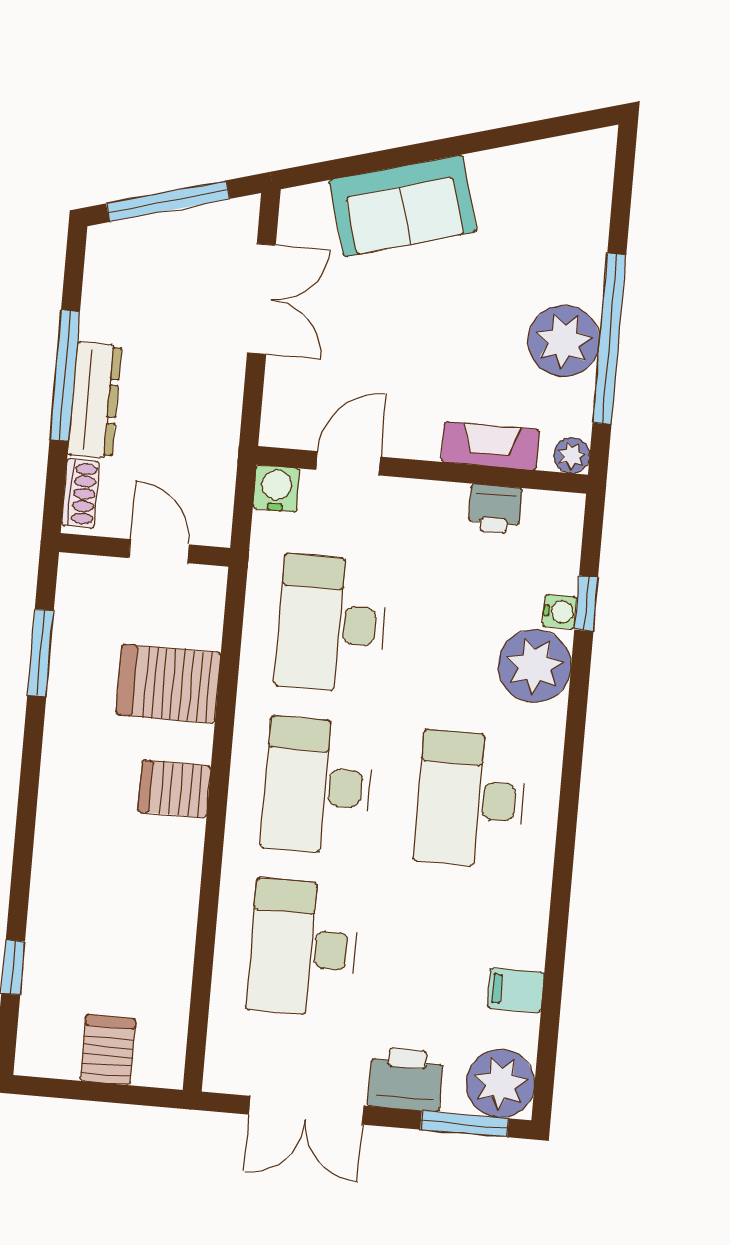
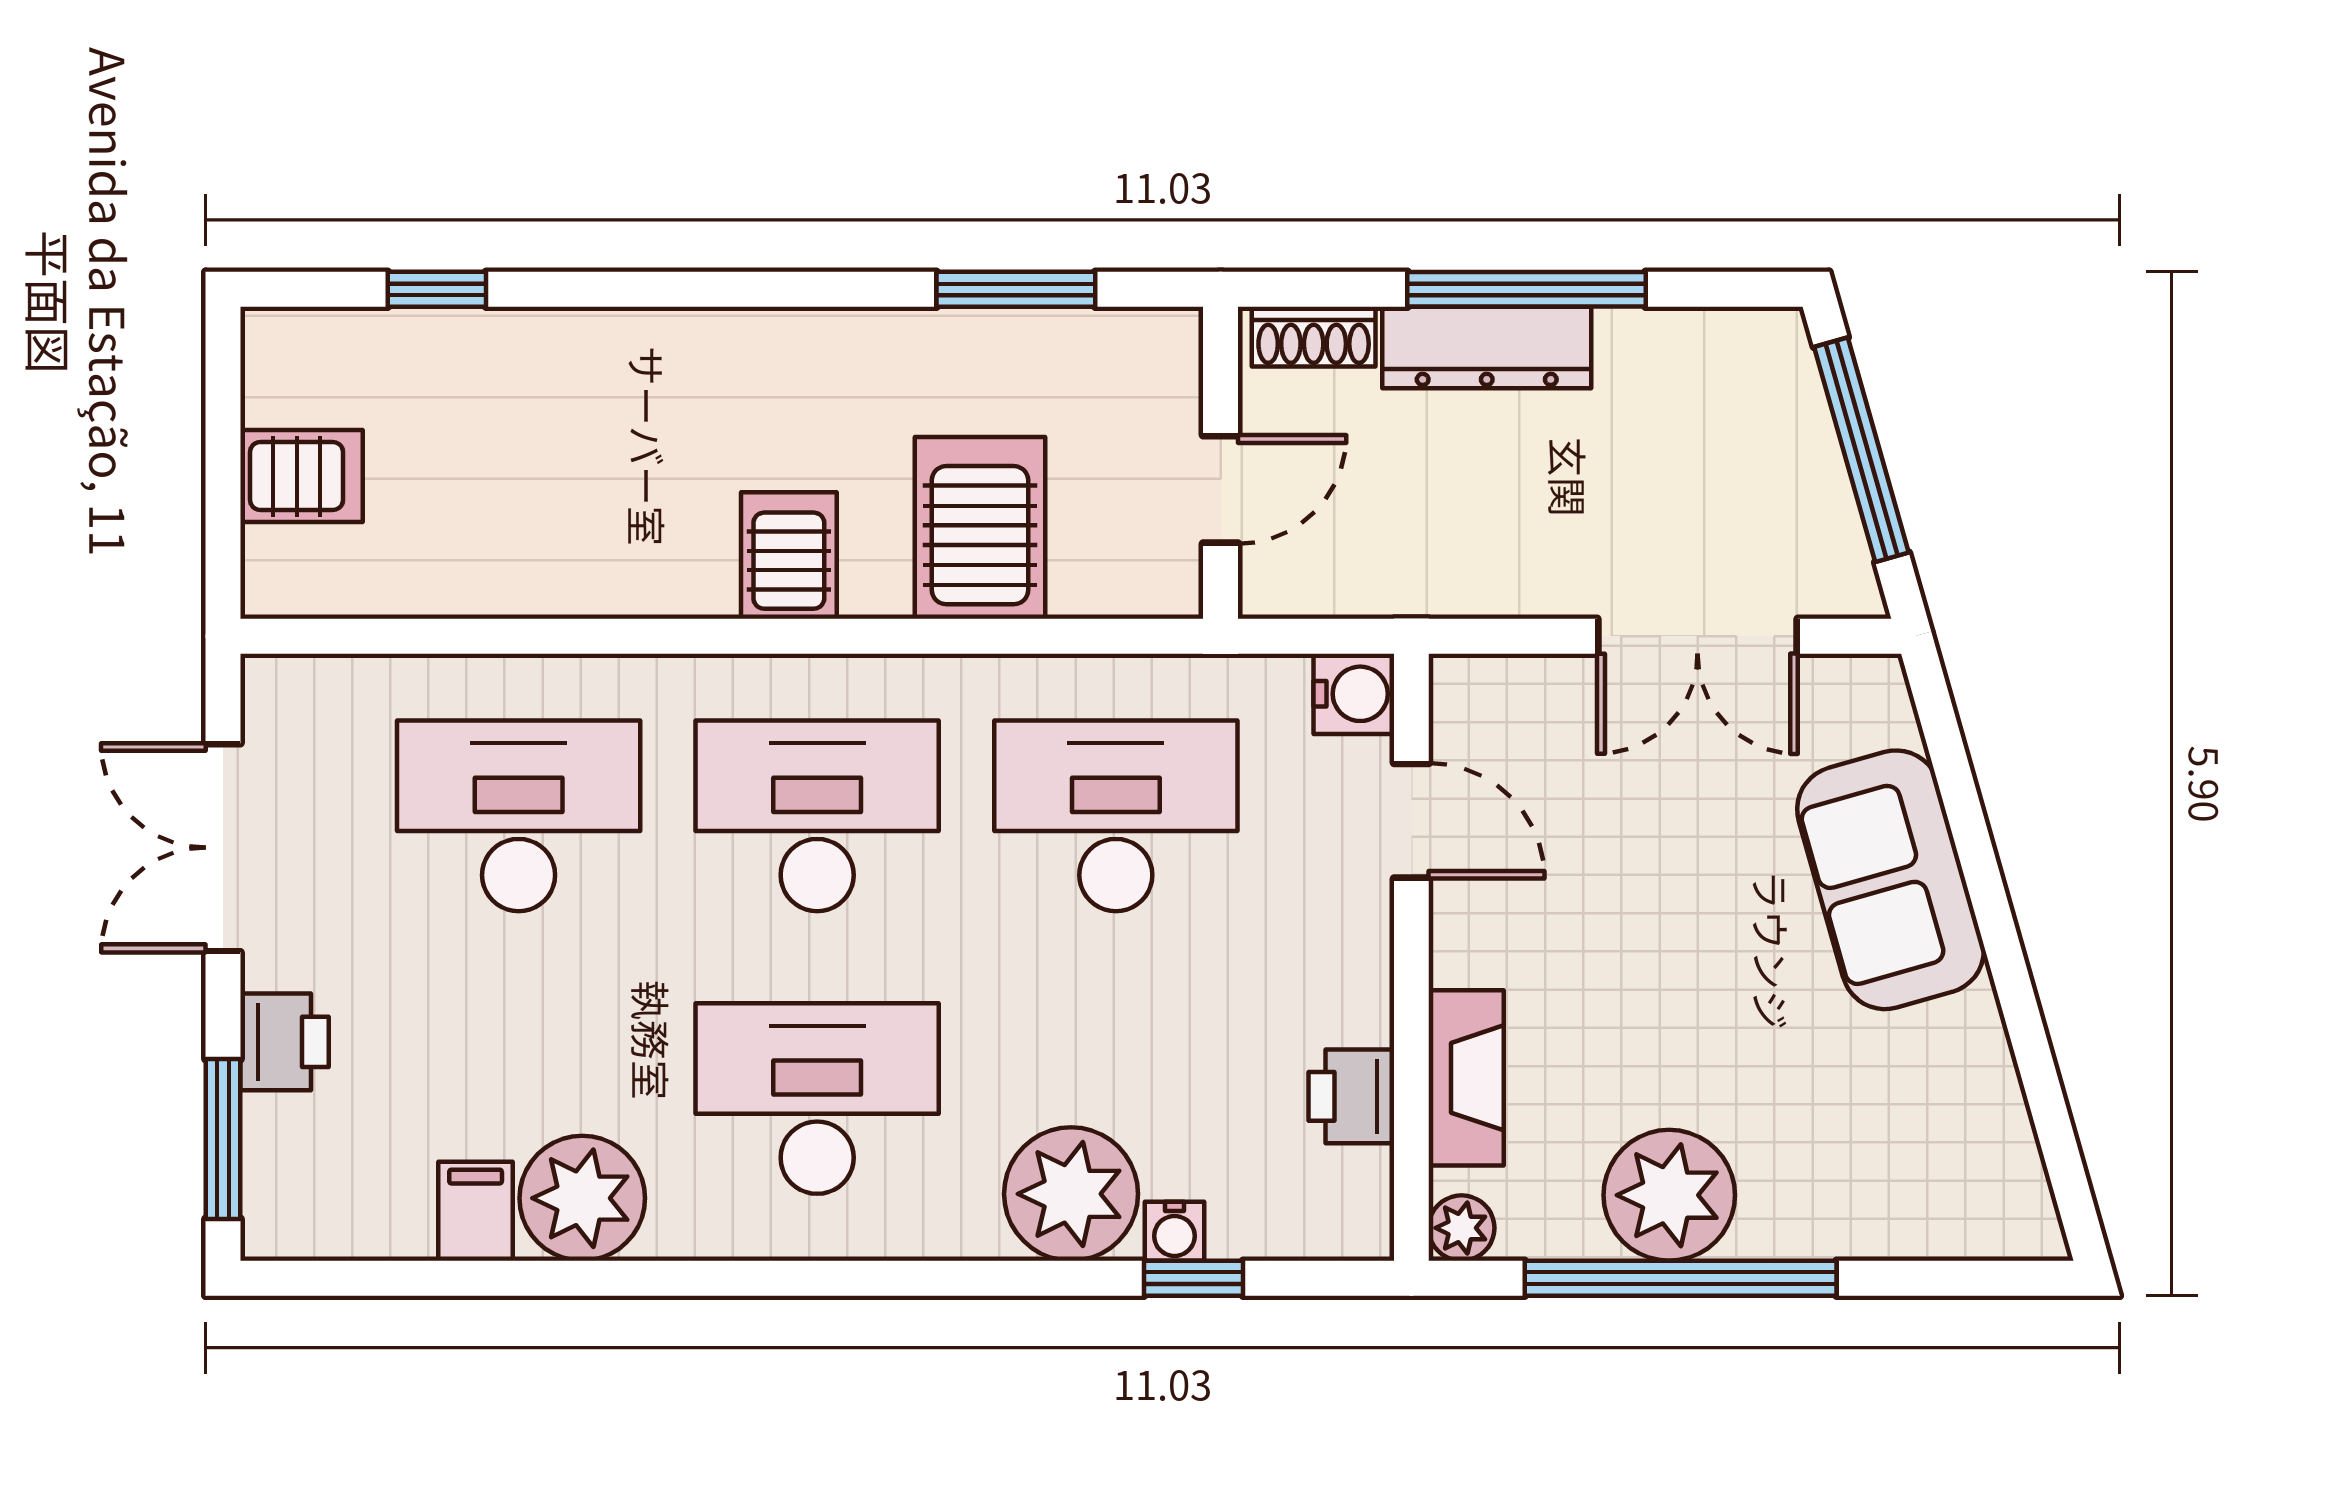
printer: (406, 1079) -> (284, 1042), width x0.73, depth x0.81
plant: (500, 1083) -> (582, 1198), moved

